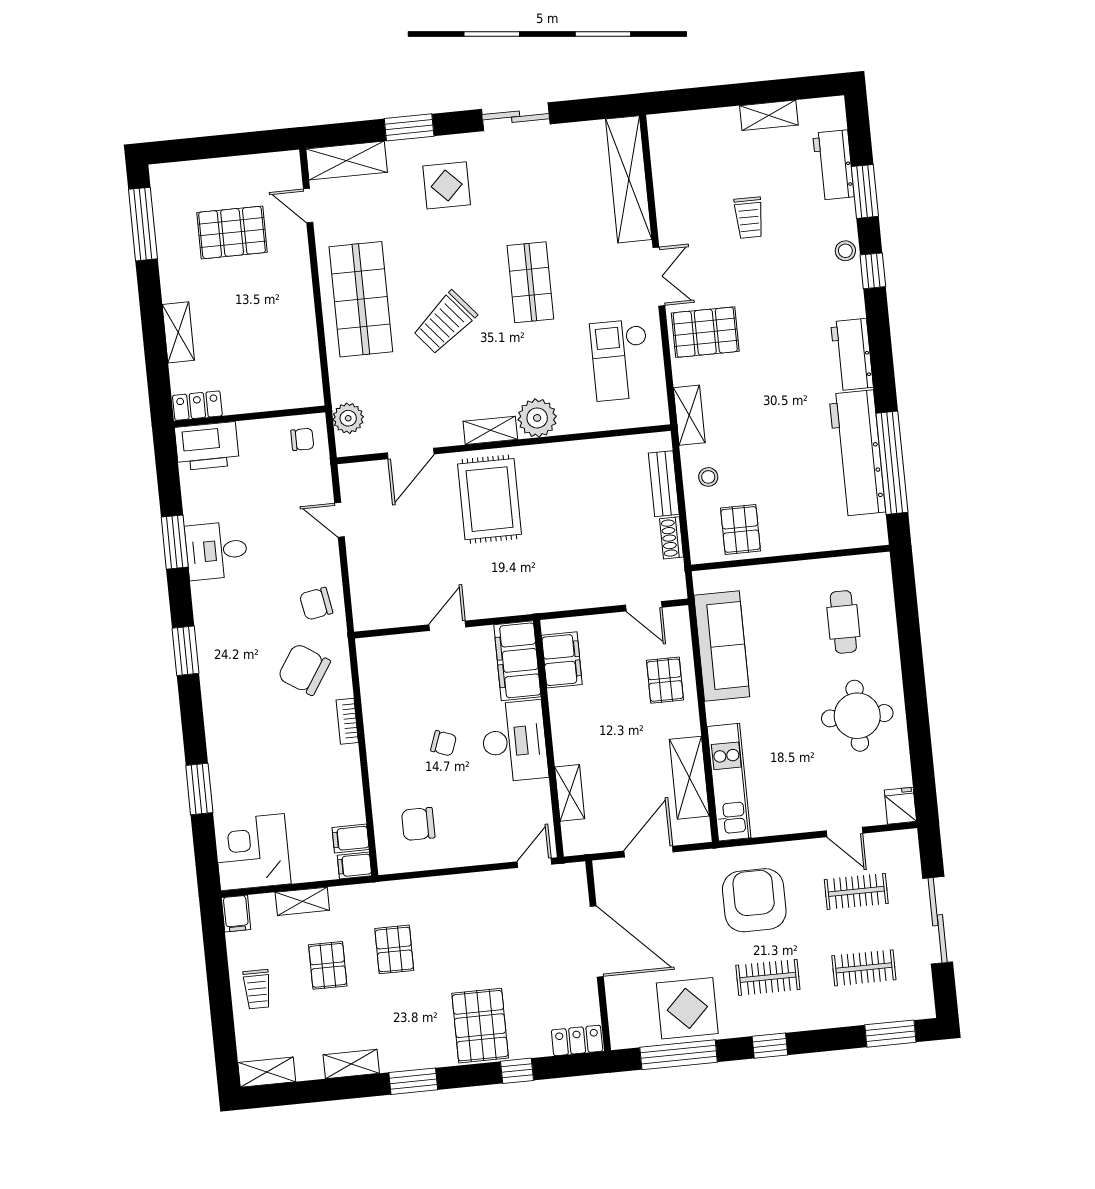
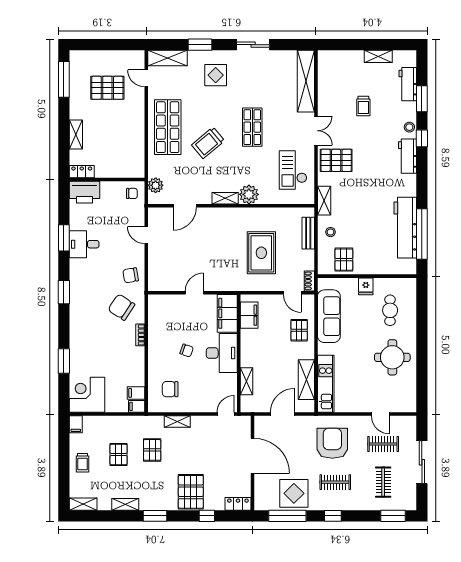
workbench: (852, 355) -> (407, 156), moved
rug: (490, 499) -> (261, 253), moved
shoe rack: (672, 538) -> (309, 281), moved
fridge: (900, 806) -> (366, 286), moved, turned 180
shelving: (302, 901) -> (177, 422), moved
clothes rail: (864, 968) -> (383, 482), turned 90

